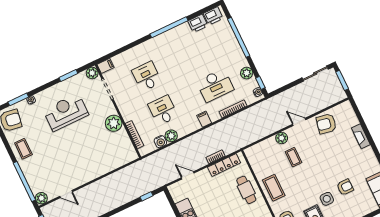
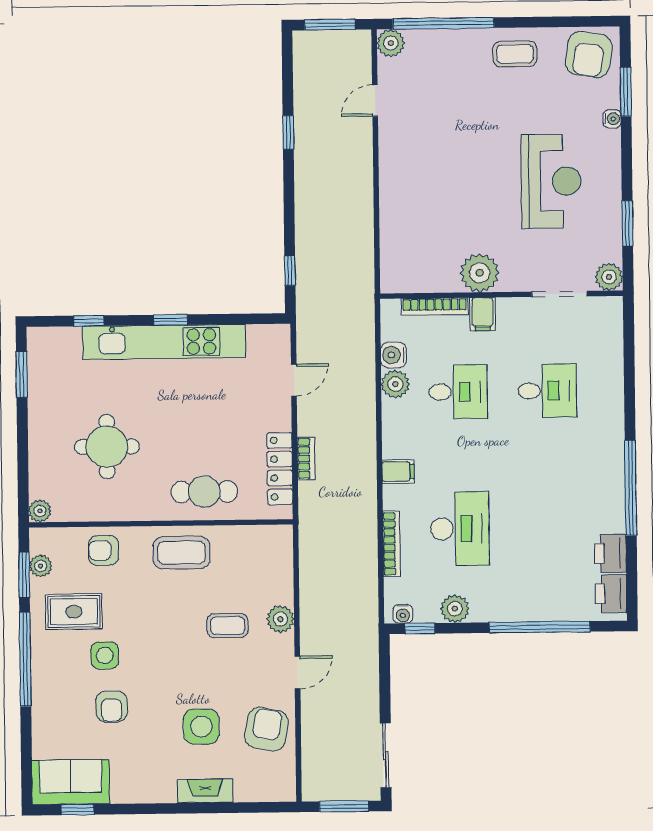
filing cabinet: (105, 66) -> (483, 314), moved
desk: (215, 85) -> (460, 529), turned 180
side table: (337, 149) -> (201, 727), added

